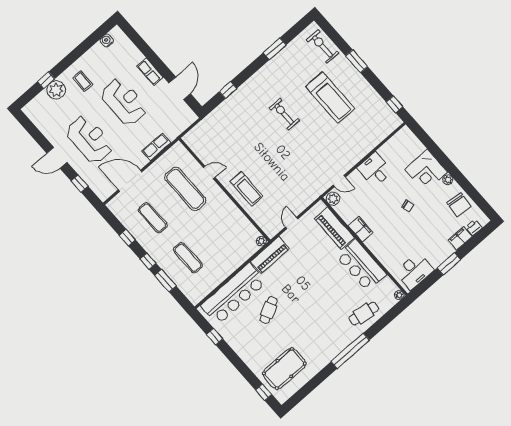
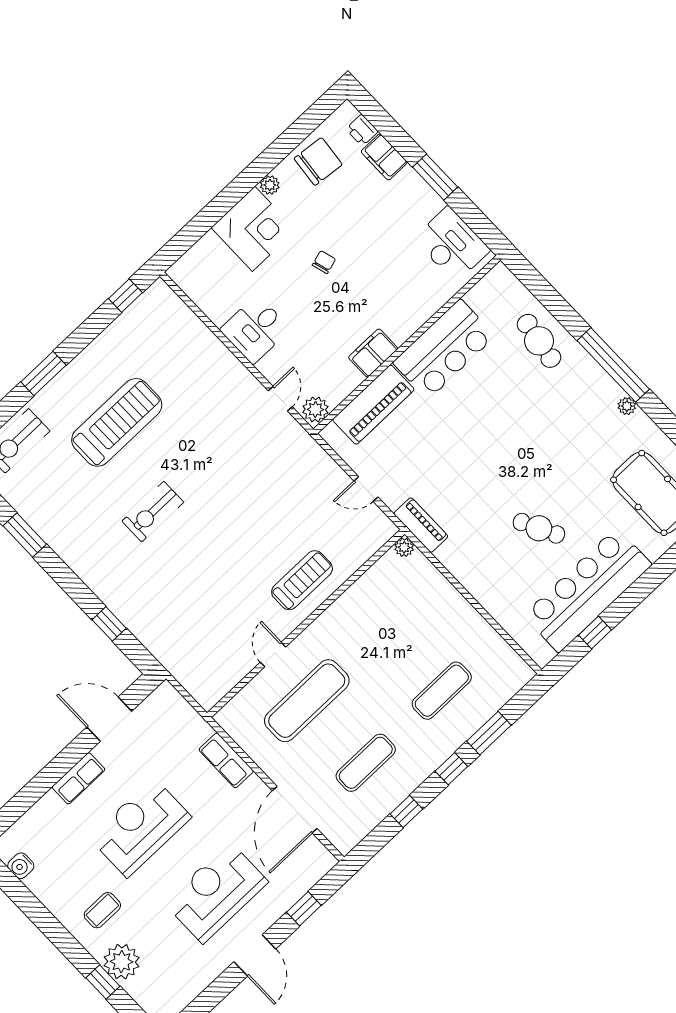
piano: (270, 255) -> (421, 525), width x0.73, depth x0.75
bar counter: (234, 294) -> (588, 590), moved, turned -90
plant: (399, 295) -> (627, 406), moved

